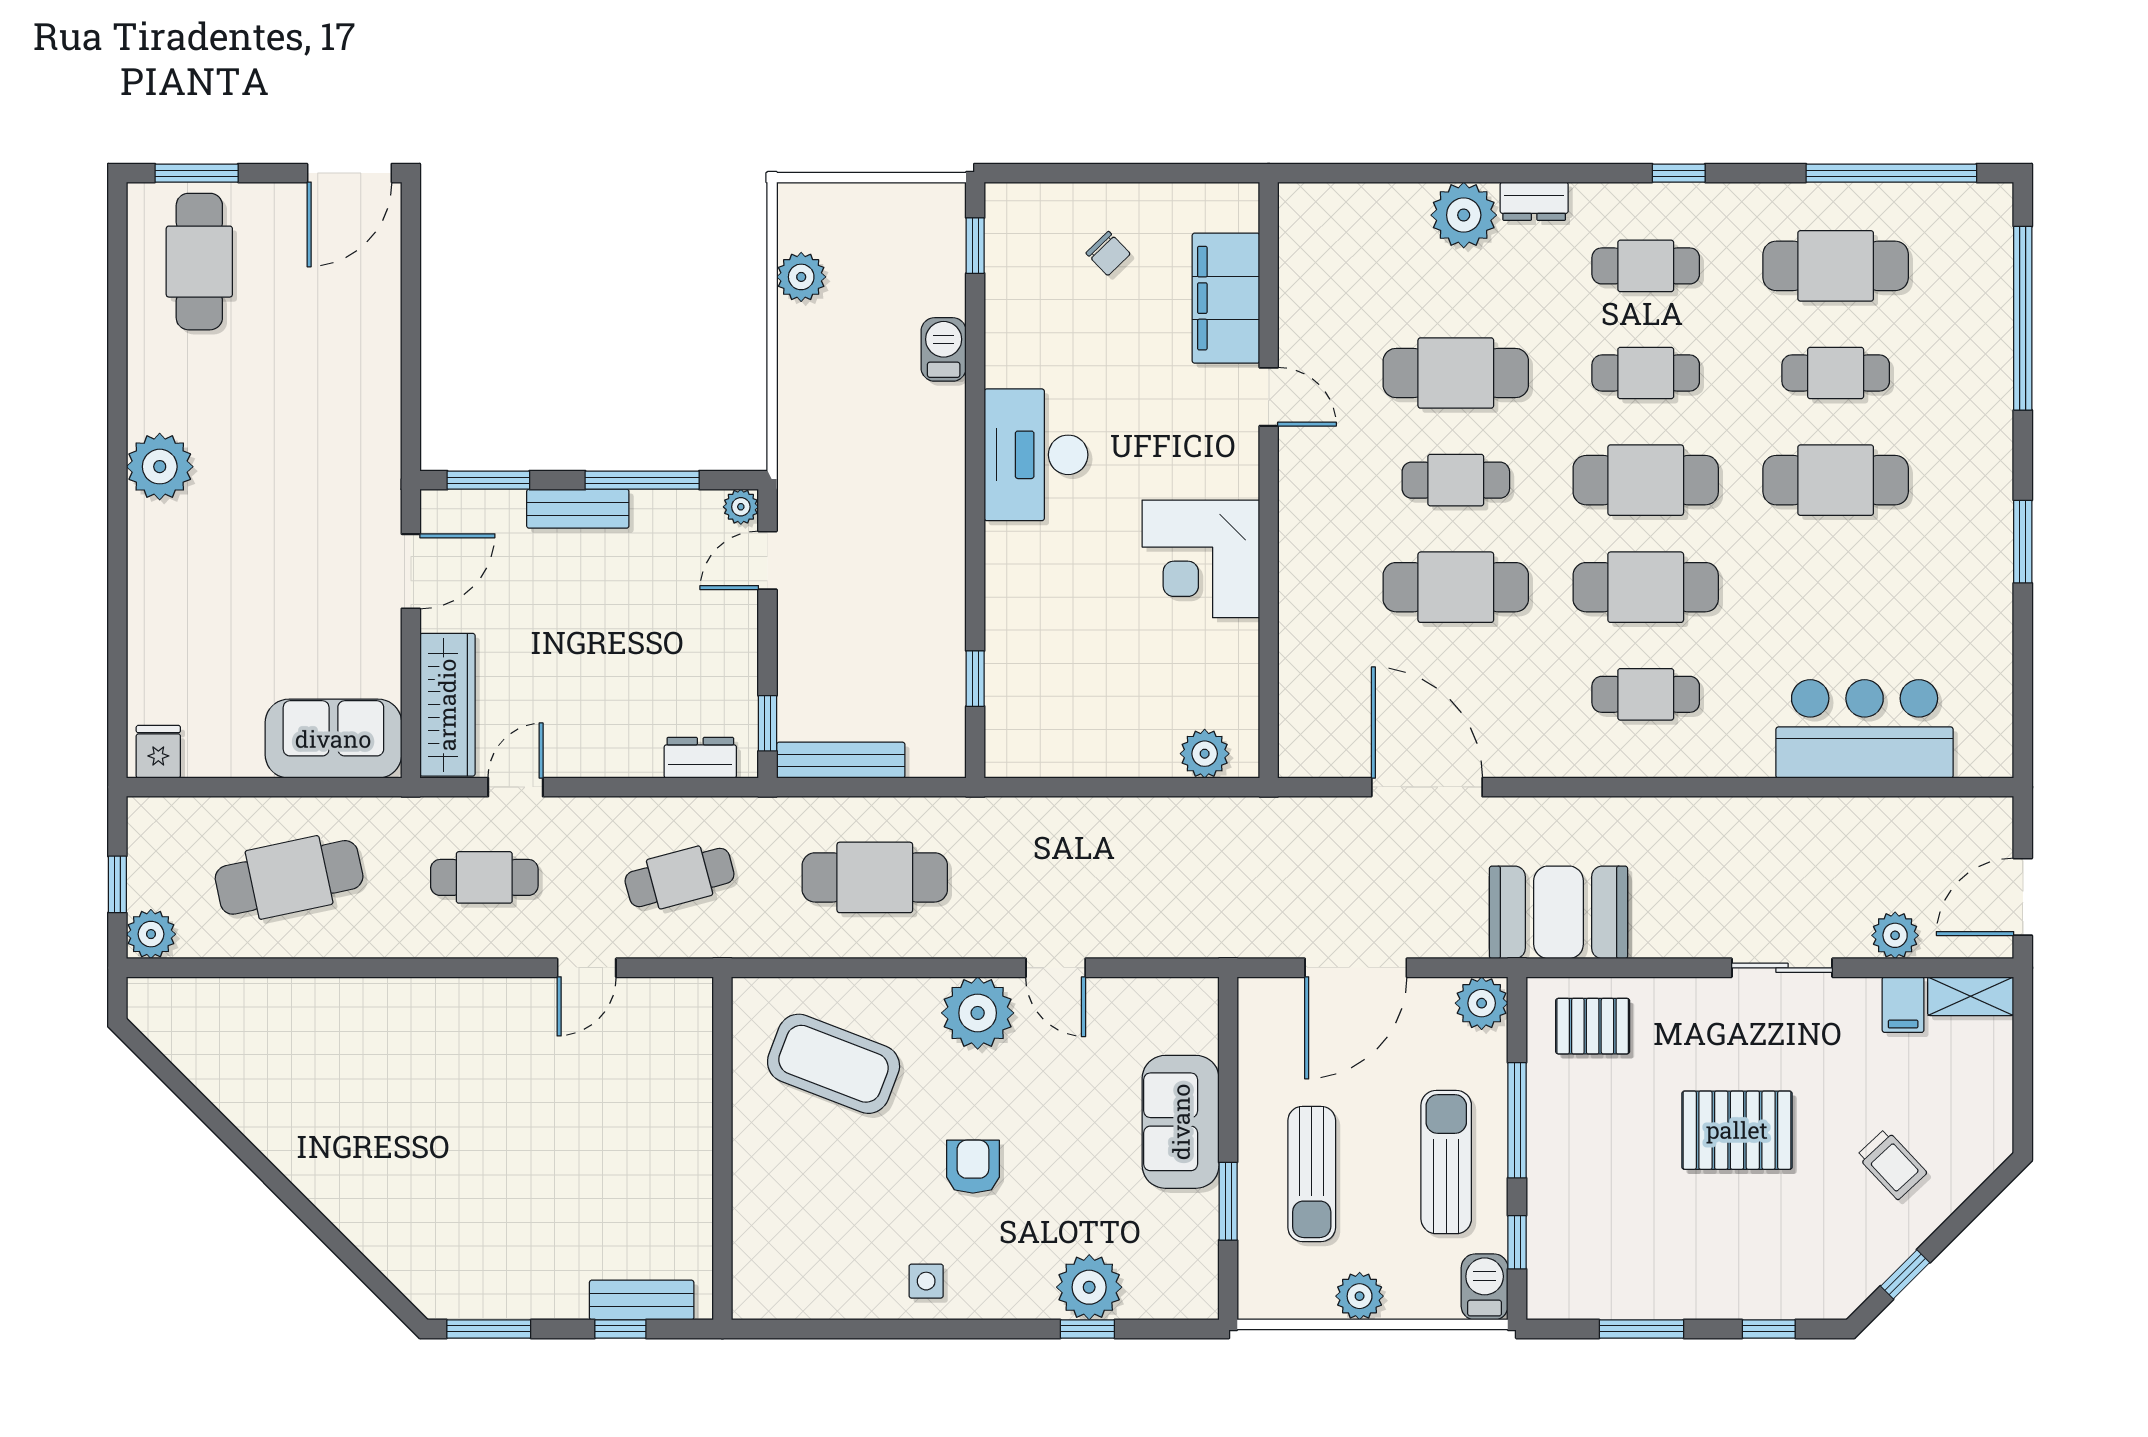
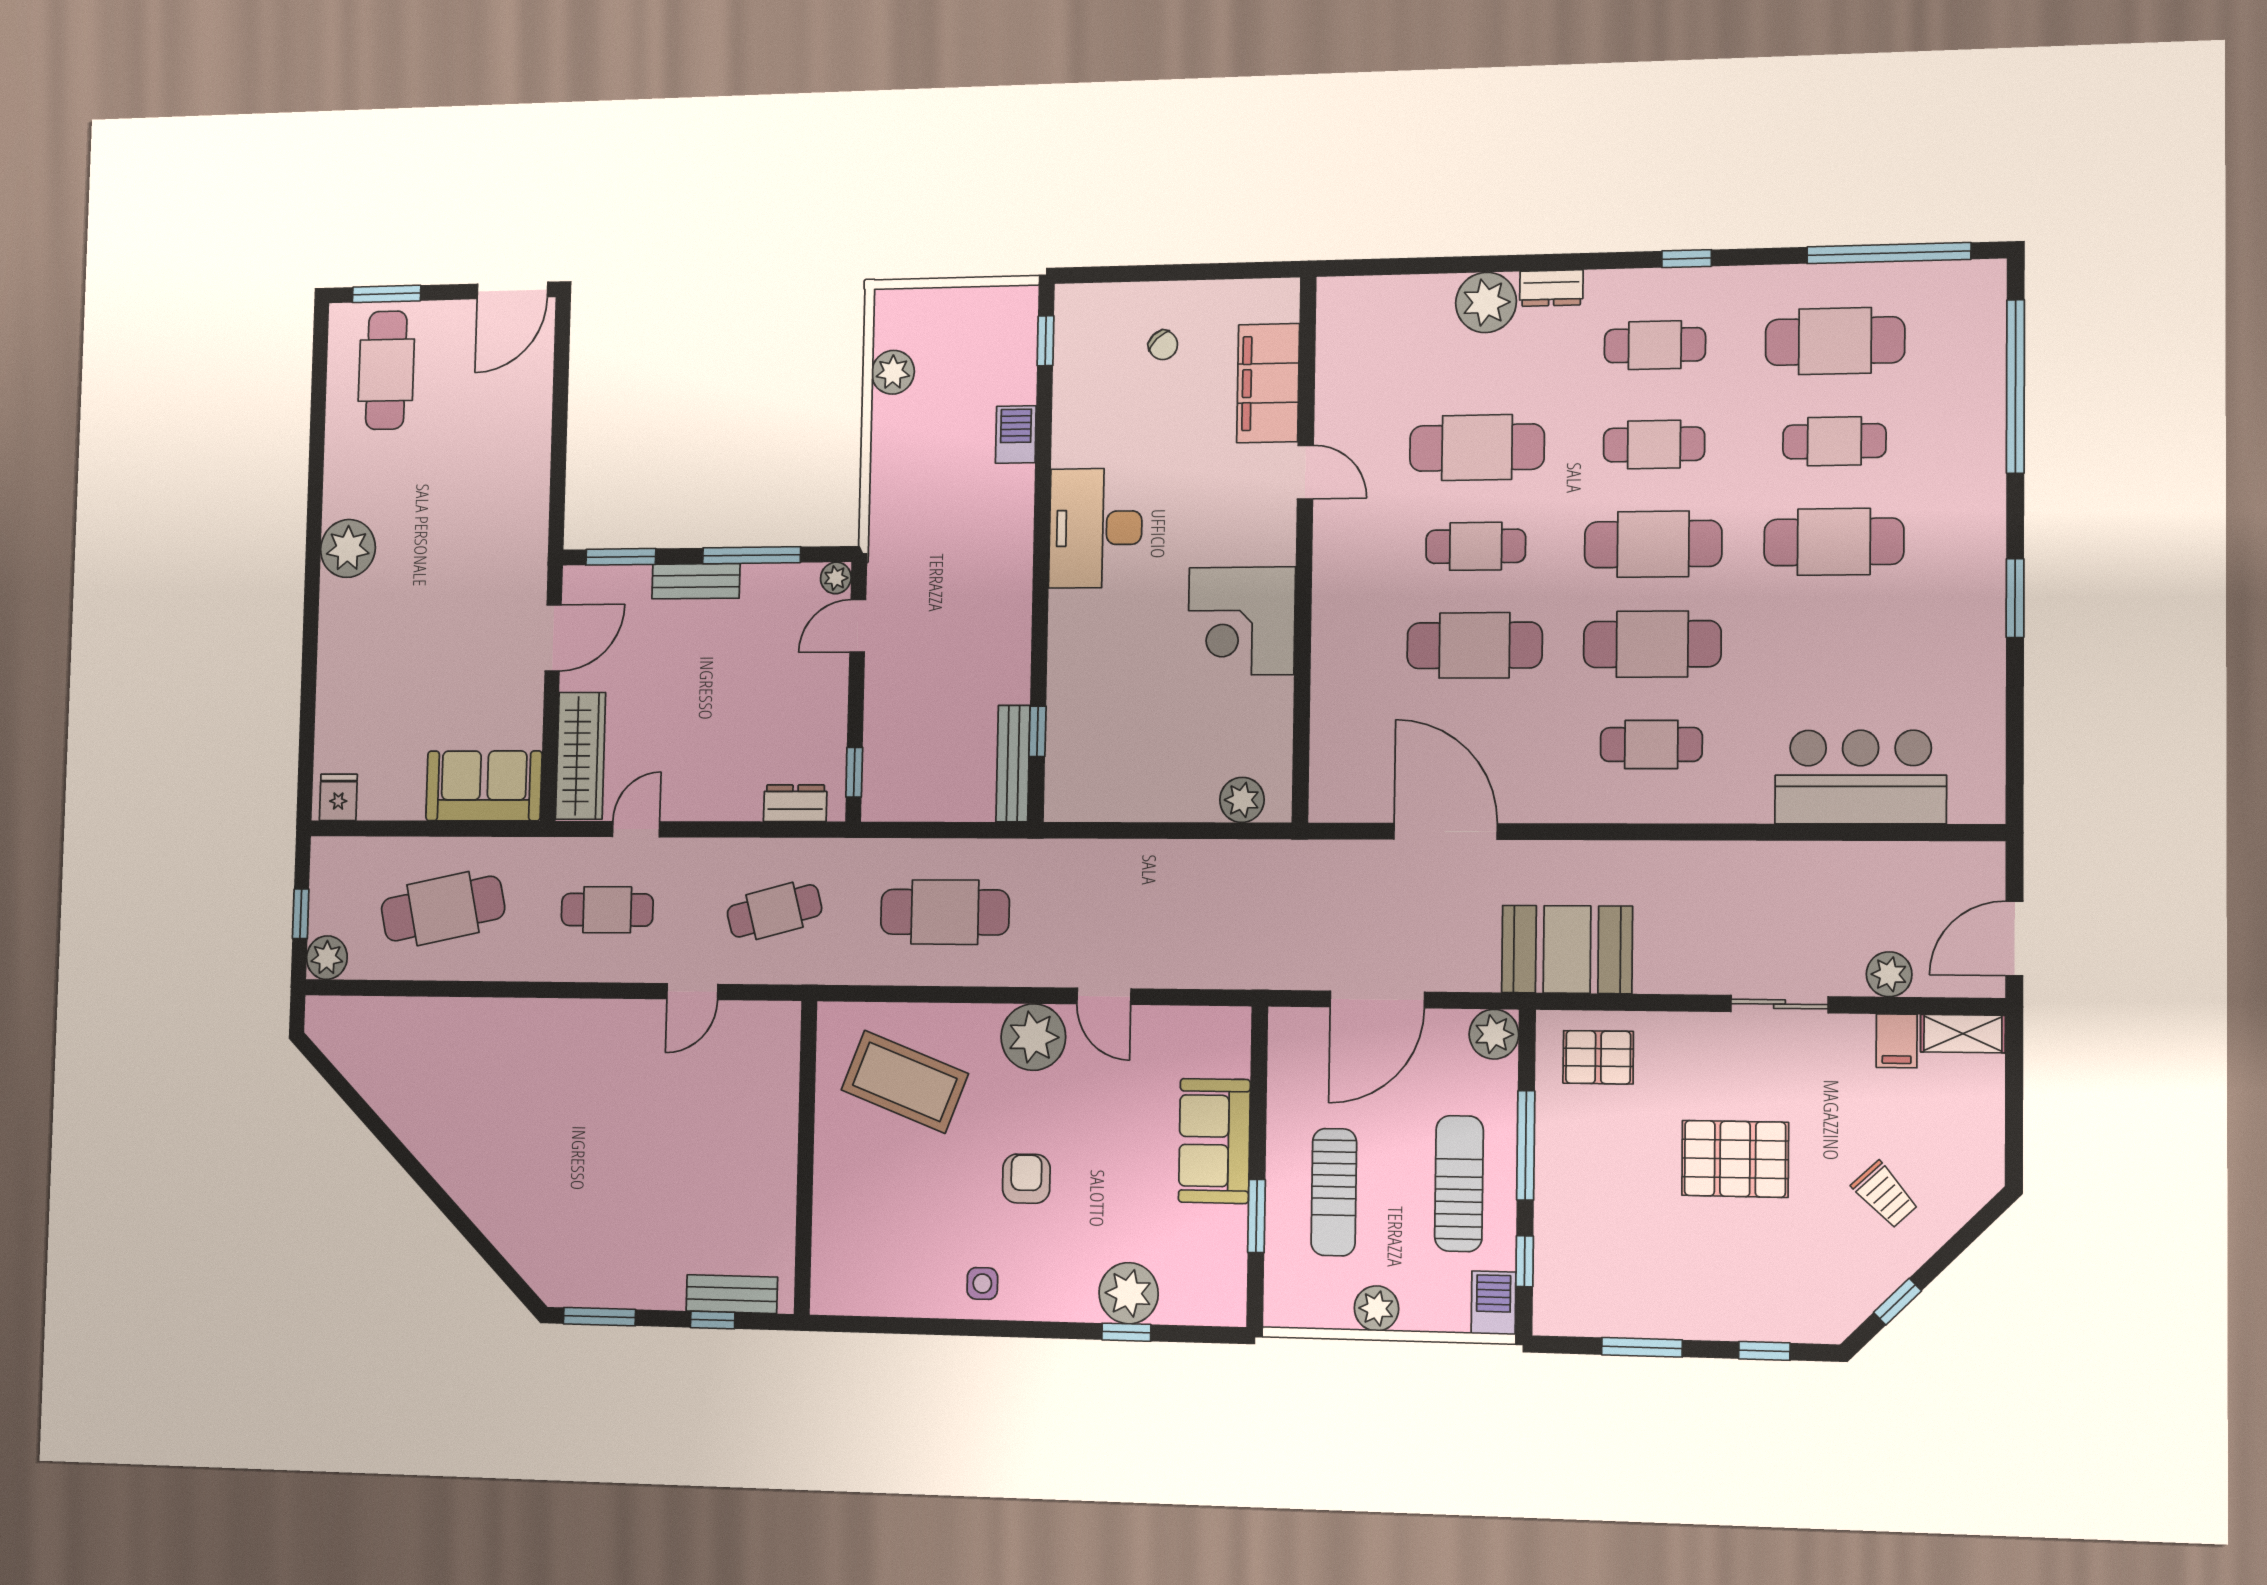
bench: (841, 760) -> (1013, 764), moved, turned 90

